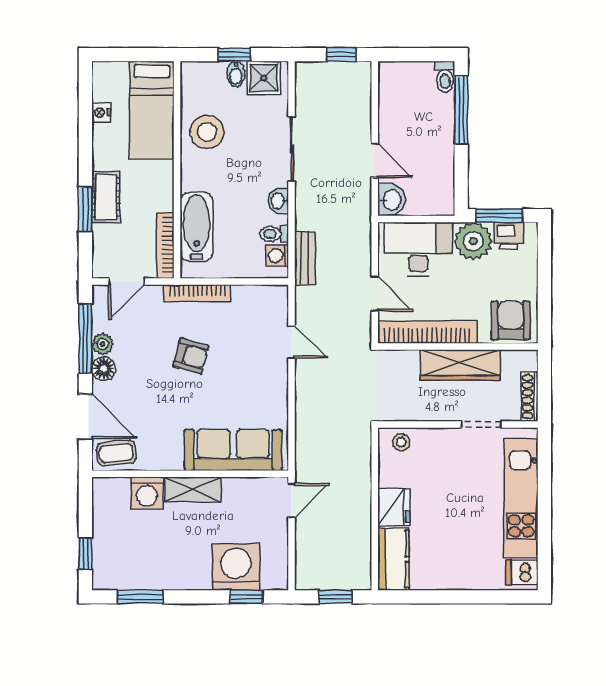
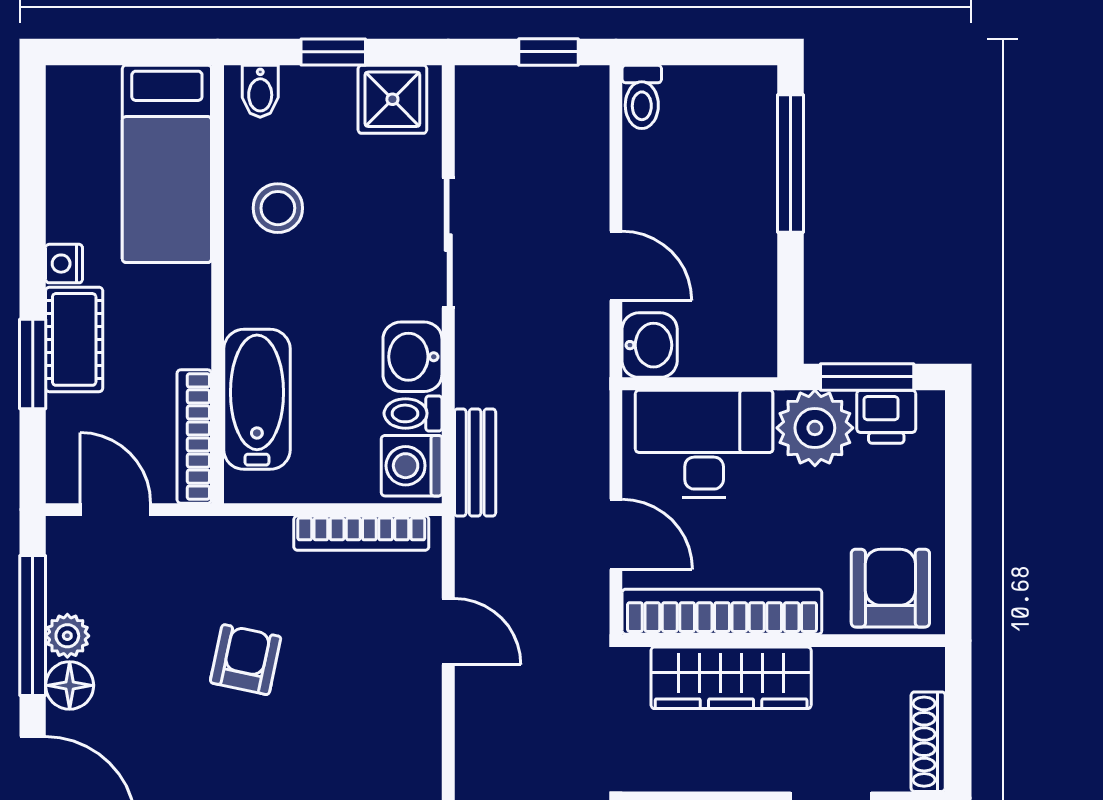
bidet: (236, 74) -> (260, 91), moved
toilet: (445, 77) -> (642, 97), moved
nightstand: (101, 113) -> (64, 264), moved
stool: (207, 132) -> (278, 208), width x0.73, depth x0.73
washbasin: (278, 201) -> (412, 357), width x1.38, depth x1.45
washing machine: (277, 256) -> (412, 466), width x1.38, depth x1.38
door: (126, 281) -> (115, 510), swing flipped
bookcase: (198, 293) -> (361, 533), moved
armchair: (191, 356) -> (246, 660), turned -93
wardrobe: (460, 365) -> (731, 678), moved

